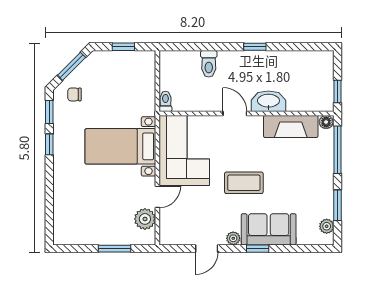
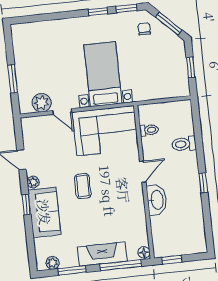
toilet: (165, 101) -> (149, 130), moved
fireplace: (291, 126) -> (102, 254), moved, turned 90
coffee table: (244, 183) -> (83, 186), width x0.73, depth x0.77

